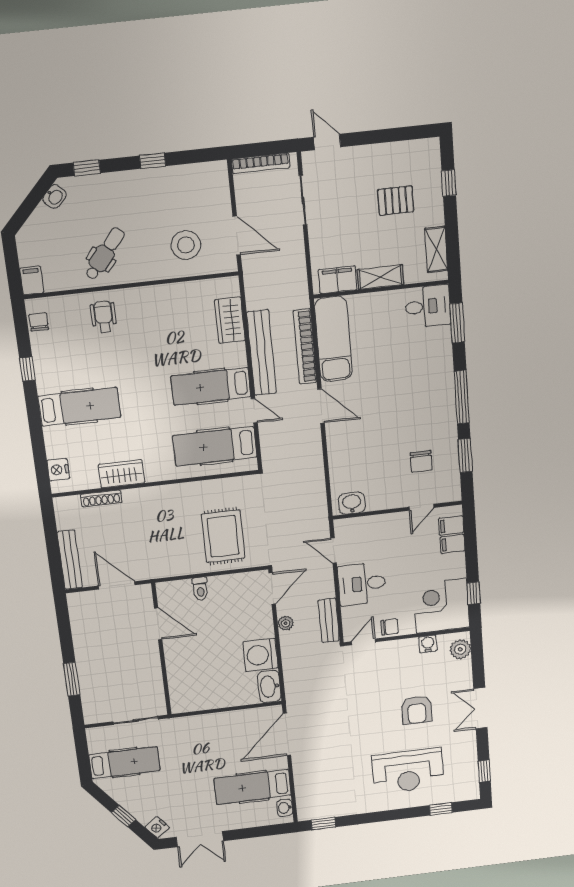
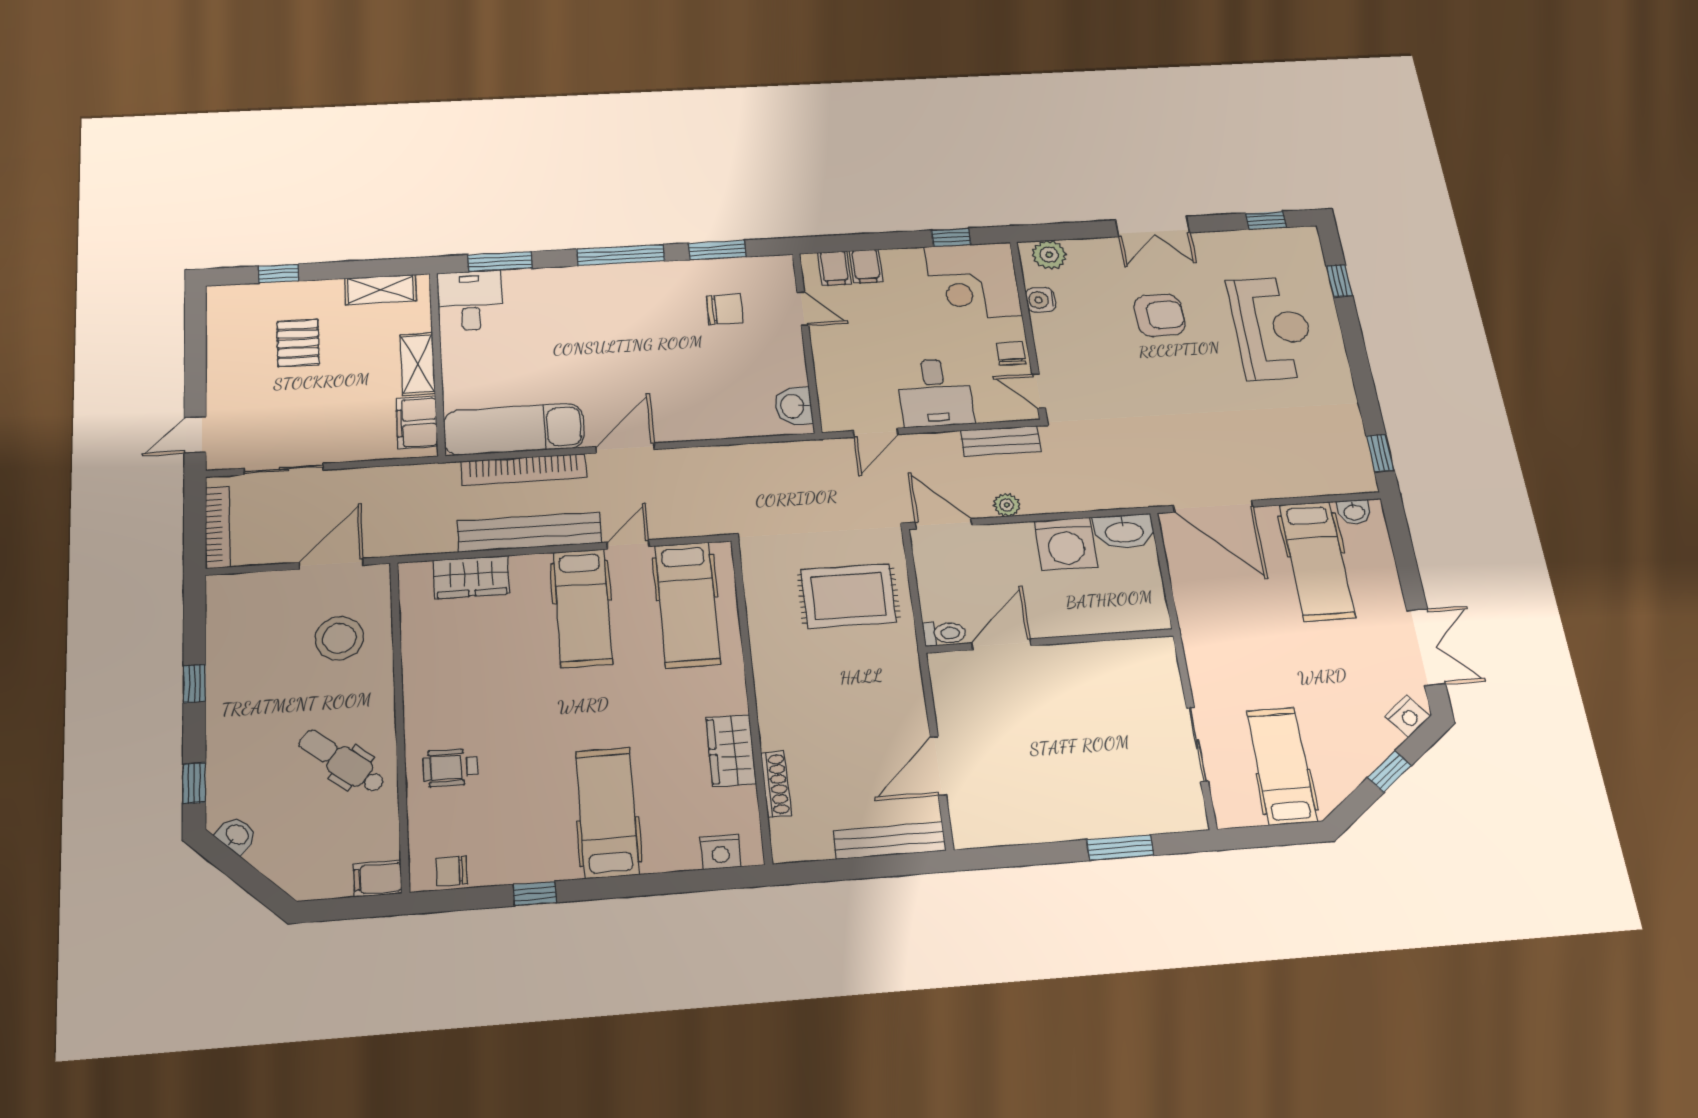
door: (158, 624) -> (1001, 644), moved
wall: (161, 650) -> (1050, 641), moved

